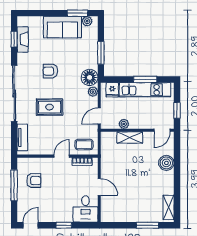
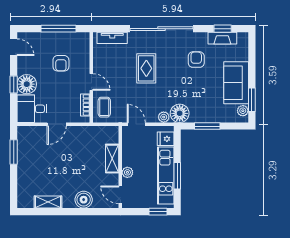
armchair: (50, 71) -> (196, 60), moved
window: (177, 110) -> (158, 212), moved
plant: (124, 124) -> (127, 172), moved
armchair: (34, 181) -> (61, 63), moved
shelving: (168, 207) -> (48, 202), moved
floor lamp: (64, 214) -> (27, 84), added
window: (147, 225) -> (14, 152), moved

